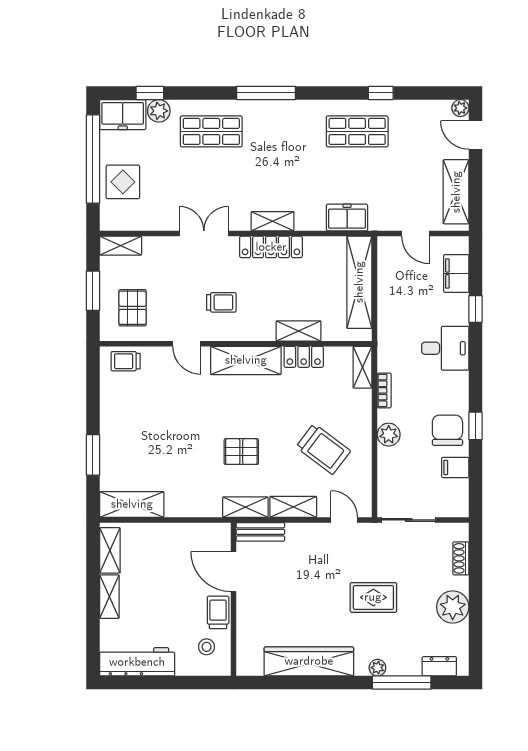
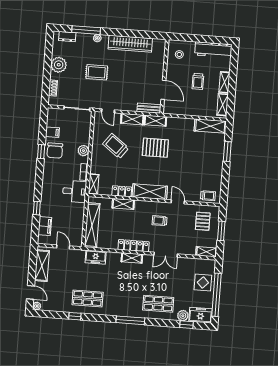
desk: (445, 348) -> (74, 191), moved, turned 180
pallet: (241, 452) -> (155, 148), width x1.50, depth x1.42
trolley: (218, 612) -> (198, 81), moved

